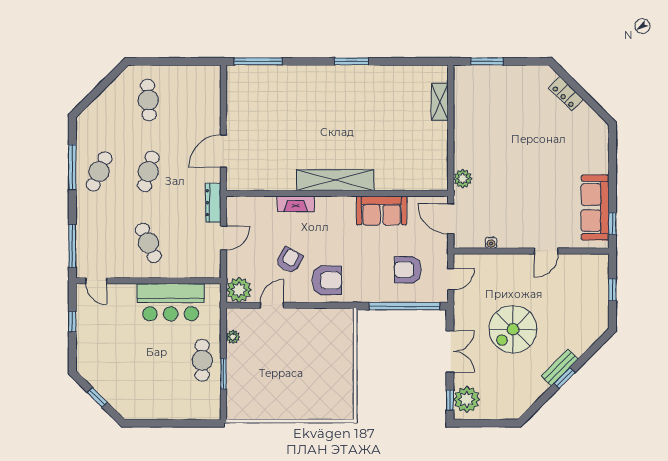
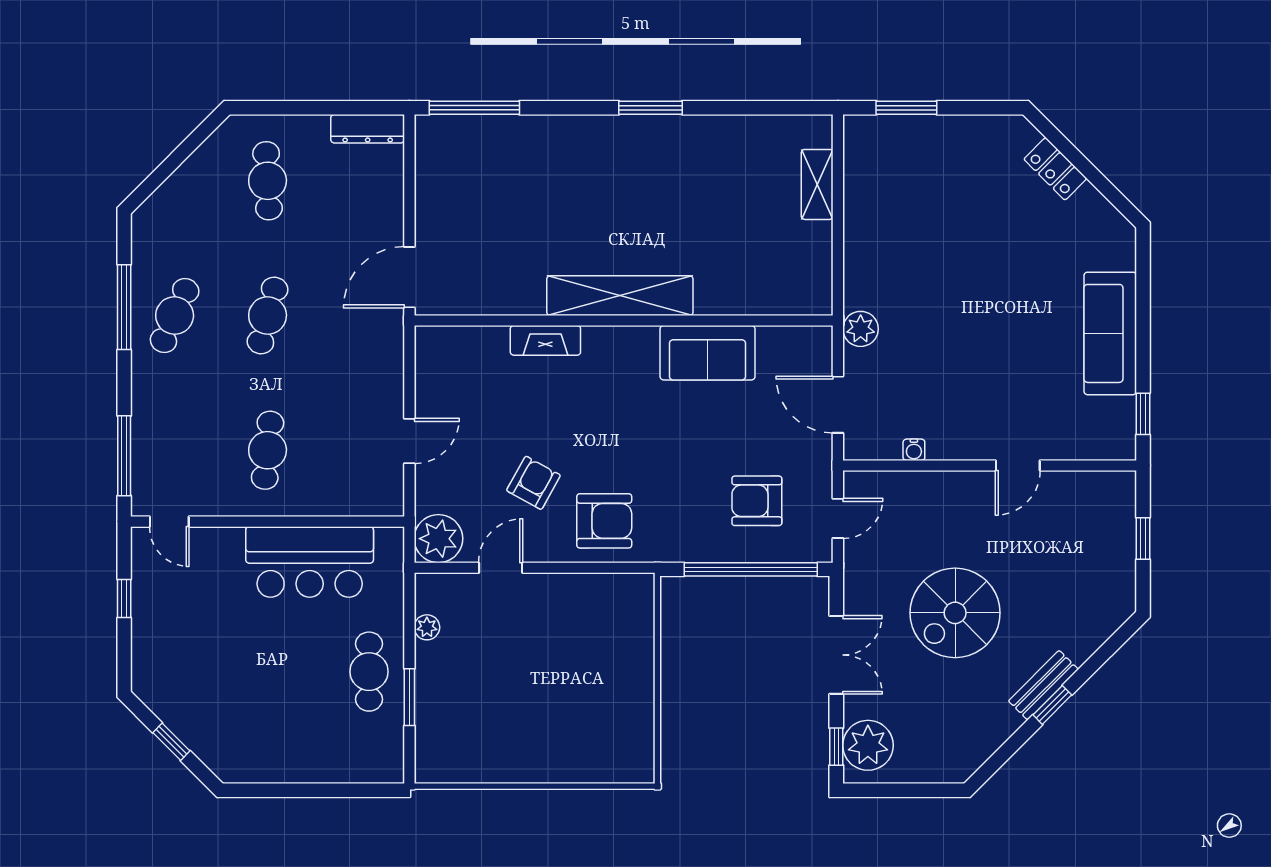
shelving: (335, 180) -> (620, 296), moved
wall: (337, 193) -> (624, 320), moved
dresser: (213, 203) -> (368, 129), moved, turned -90
fireplace: (296, 204) -> (545, 340), moved
sofa: (595, 208) -> (1110, 333), moved
sofa: (382, 210) -> (708, 353), moved
cafe table: (148, 243) -> (268, 450), turned 30

